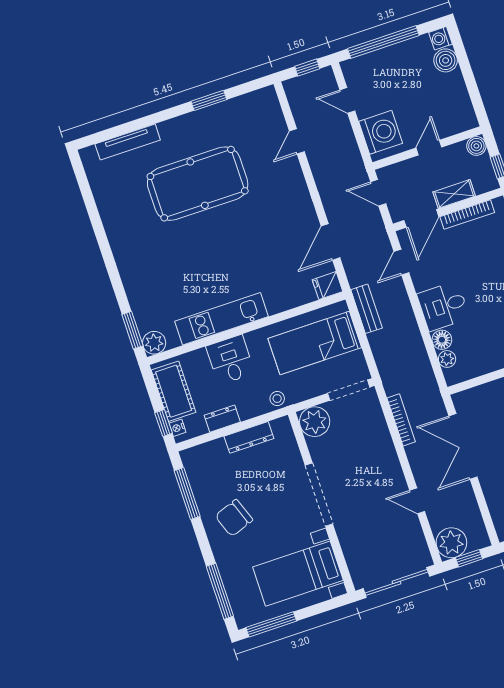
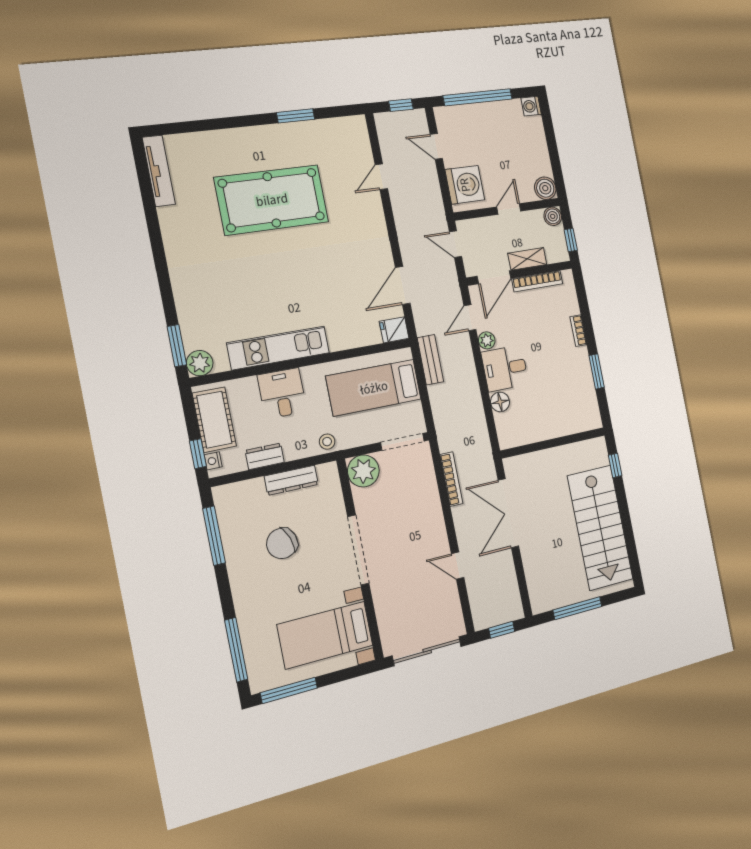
boiler: (446, 60) -> (545, 188), moved
tv unit: (128, 142) -> (159, 171), moved, turned -90
plant: (447, 359) -> (487, 340), moved
chair: (234, 518) -> (282, 543), moved
plant: (451, 543) -> (486, 612), removed

